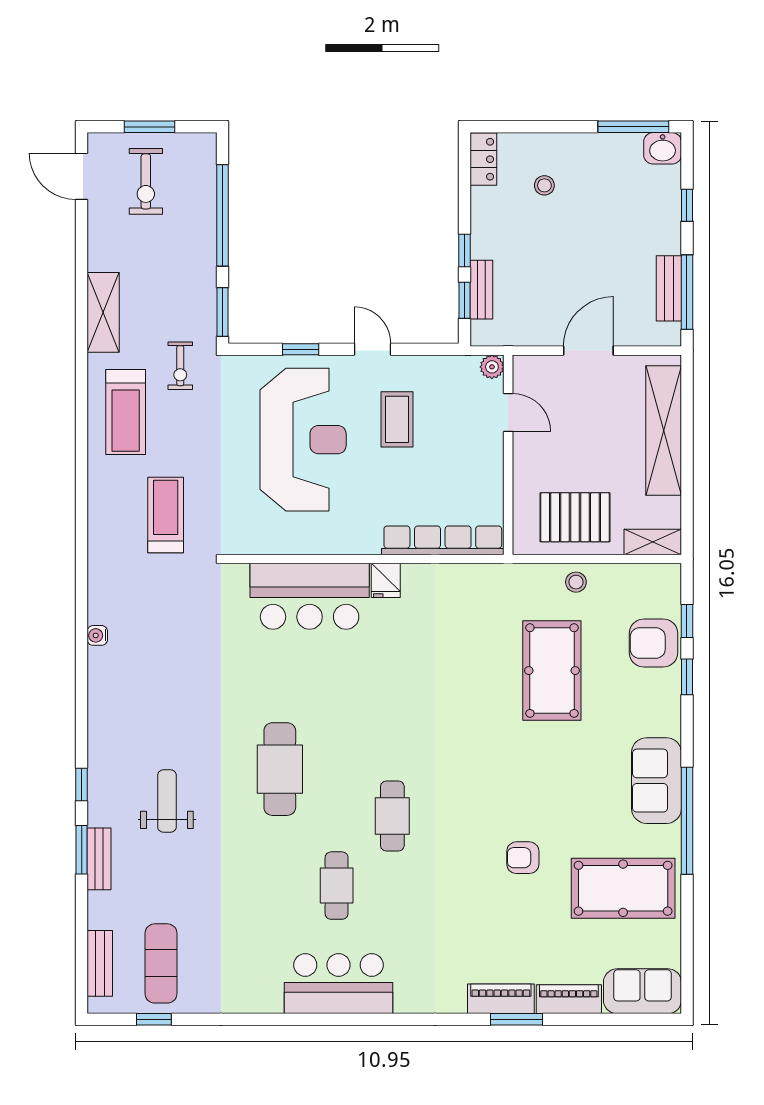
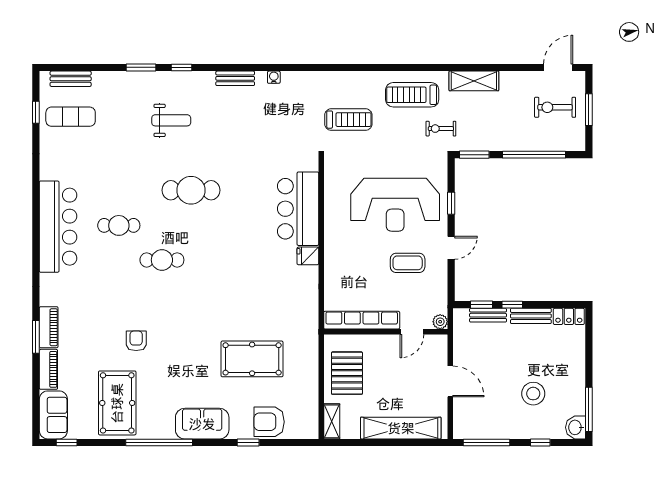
stool: (544, 185) -> (533, 394), moved, width x1.89, depth x1.89
bench: (669, 288) -> (531, 316), moved
row of seats: (443, 540) -> (362, 320), moved, turned -90
stool: (576, 582) -> (307, 374), removed
window: (687, 621) -> (67, 443), moved
armchair: (653, 643) -> (269, 422), turned -90
sofa: (656, 781) -> (202, 424), moved
bench: (99, 859) -> (235, 78), moved
bar counter: (339, 984) -> (58, 227), width x1.36

